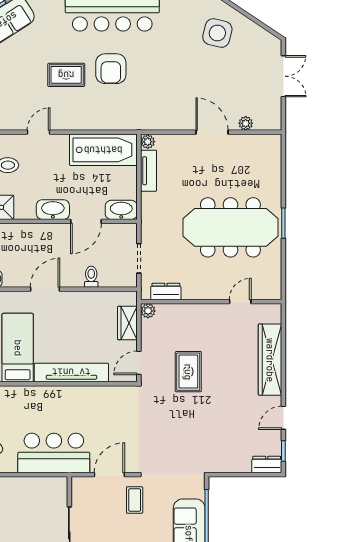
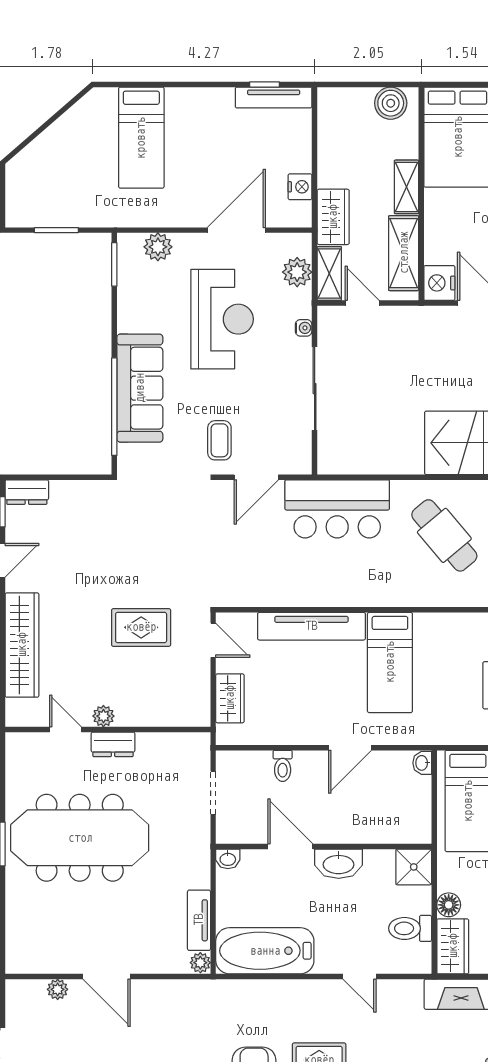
door: (39, 132) -> (359, 976), hinge flipped
washbasin: (121, 210) -> (228, 859), width x0.52, depth x0.69
door: (86, 221) -> (290, 846), hinge flipped
dresser: (166, 291) -> (113, 744), moved
door: (240, 302) -> (66, 729), swing flipped
plant: (148, 311) -> (103, 716), moved
door: (139, 363) -> (213, 640), hinge flipped
rug: (188, 372) -> (141, 627), turned 90

